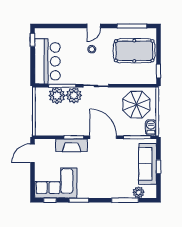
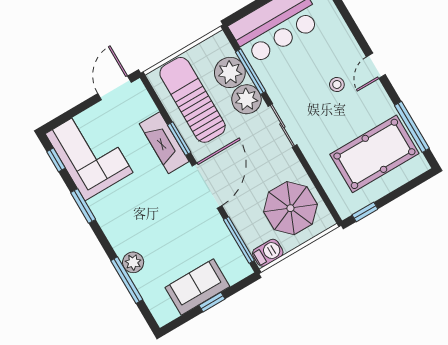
door: (94, 26) -> (376, 66), hinge flipped
pool table: (134, 51) -> (374, 154), turned 90
sun lounger: (59, 120) -> (193, 100), added
door: (33, 153) -> (115, 88), hinge flipped
sofa: (148, 164) -> (197, 287), width x0.73
plant: (139, 192) -> (133, 262), moved

